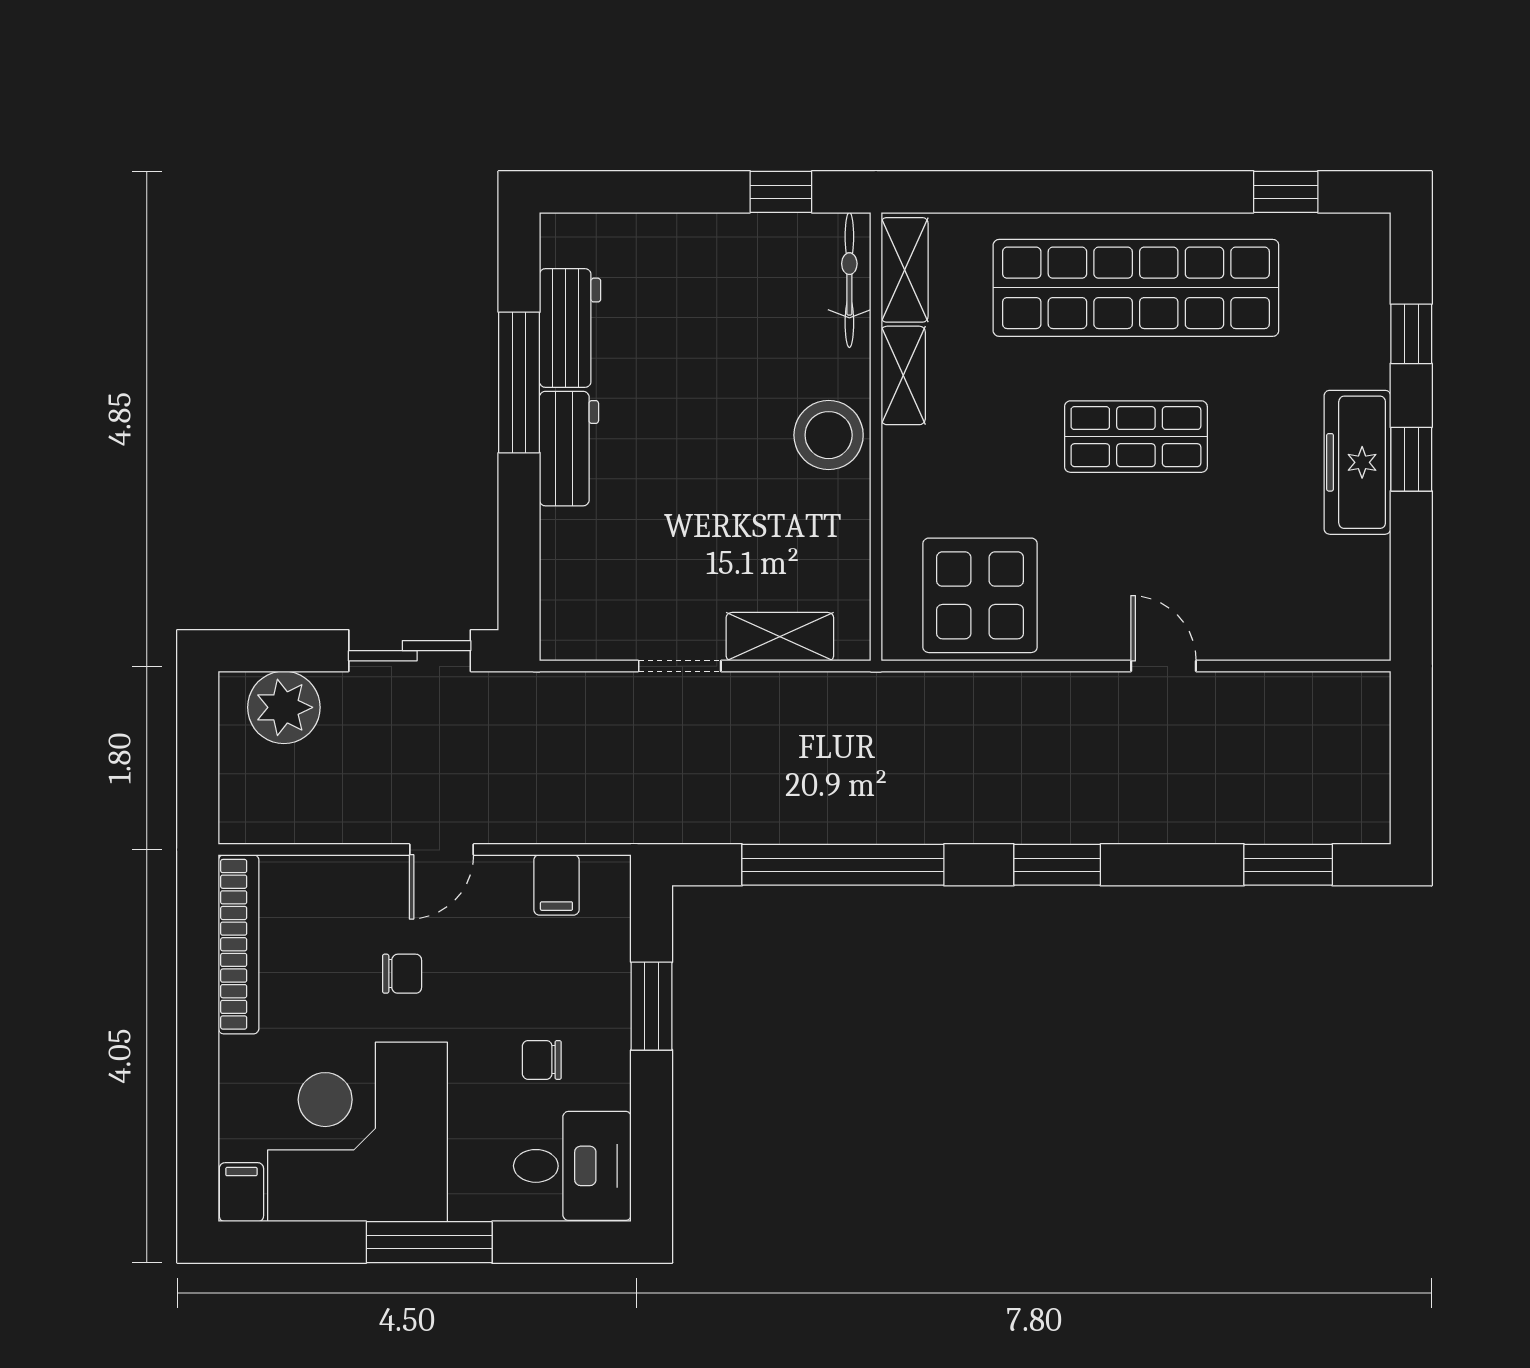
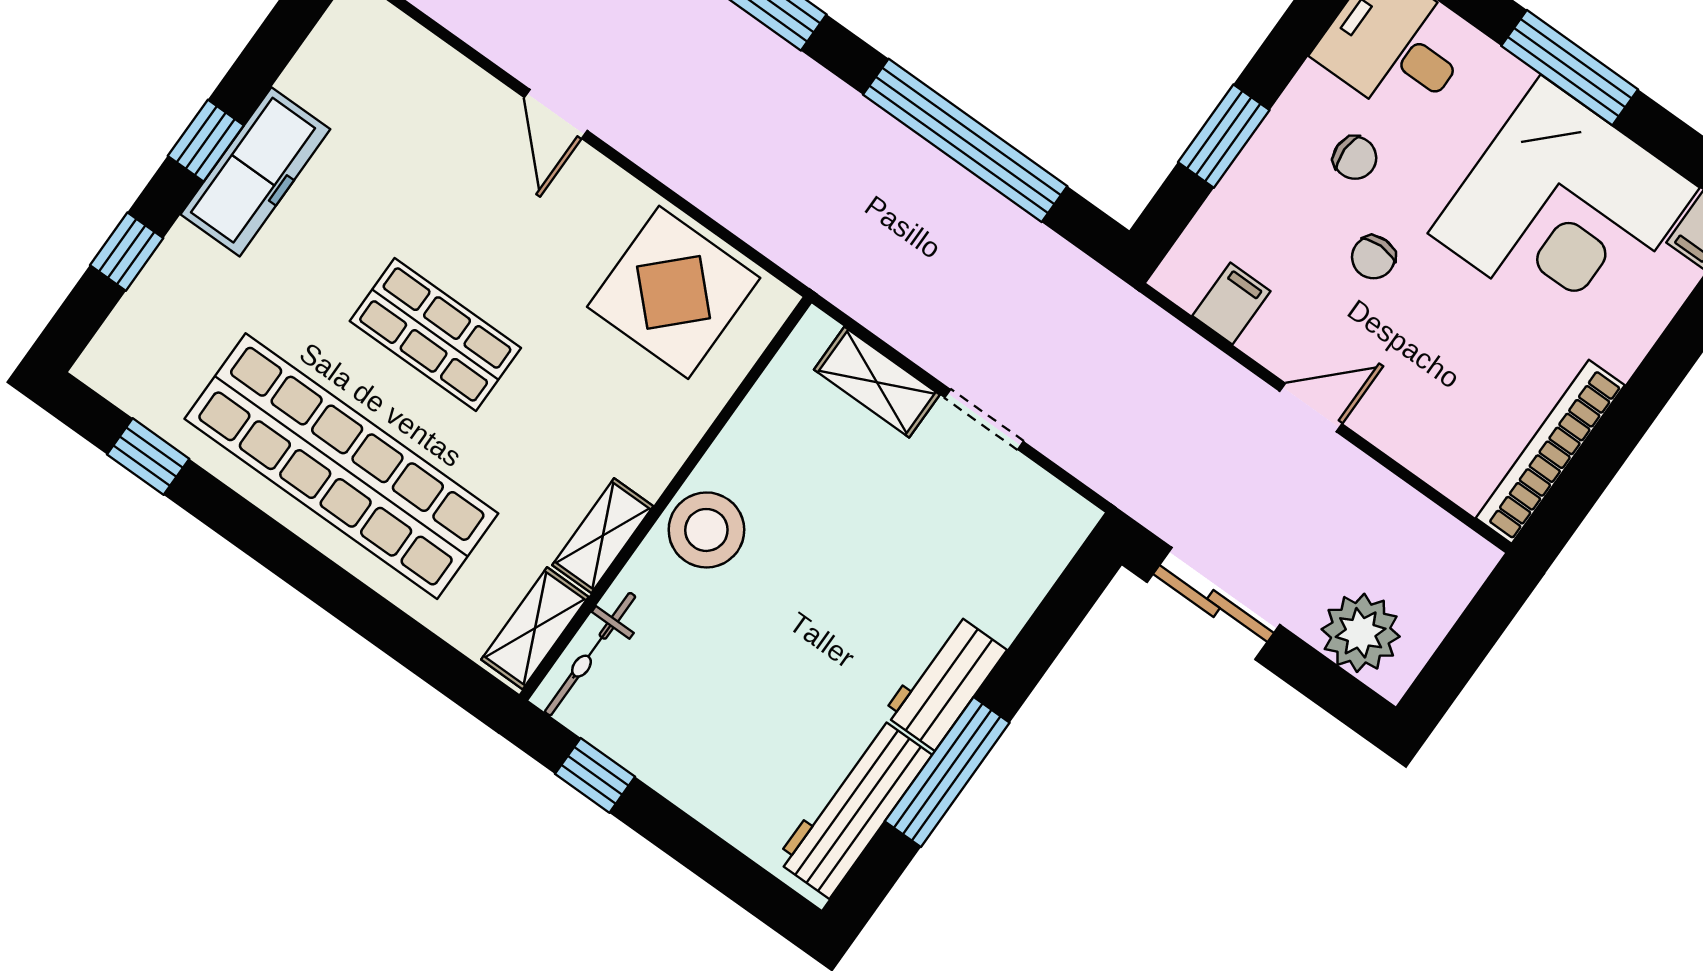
workbench: (570, 328) -> (854, 808), width x1.38
chair: (402, 974) -> (1373, 257), moved, turned -90

